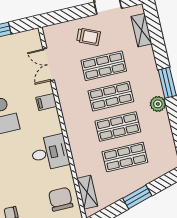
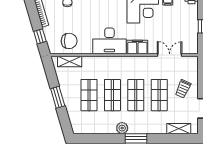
filing cabinet: (46, 102) -> (137, 47), width x2.00
desk: (50, 153) -> (109, 41), width x1.37

